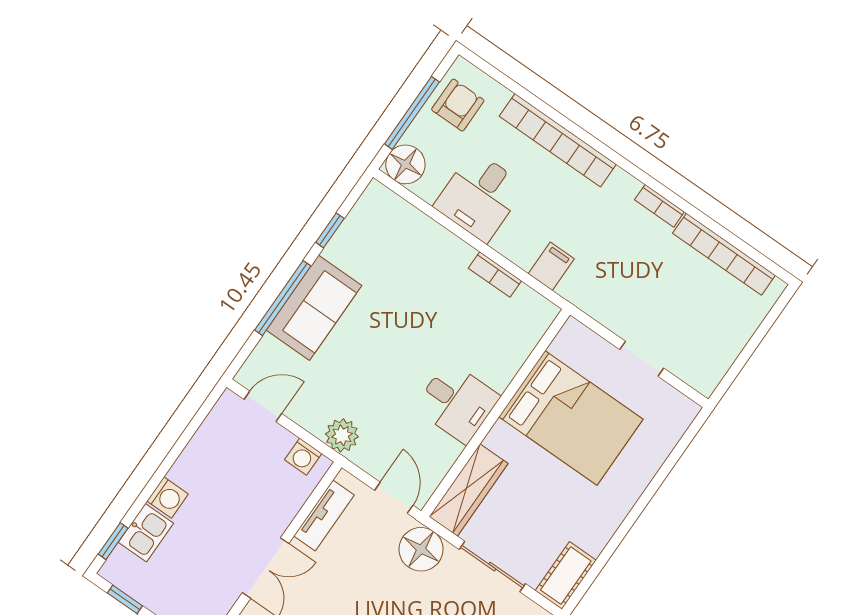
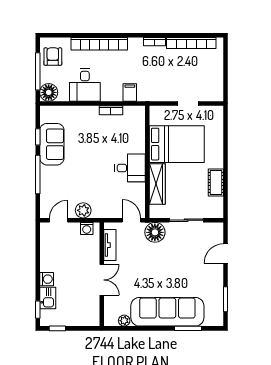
sofa: (314, 308) -> (52, 144), moved
plant: (342, 435) -> (83, 210), moved
wardrobe: (469, 490) -> (157, 184), moved
cot: (566, 575) -> (216, 182), moved

